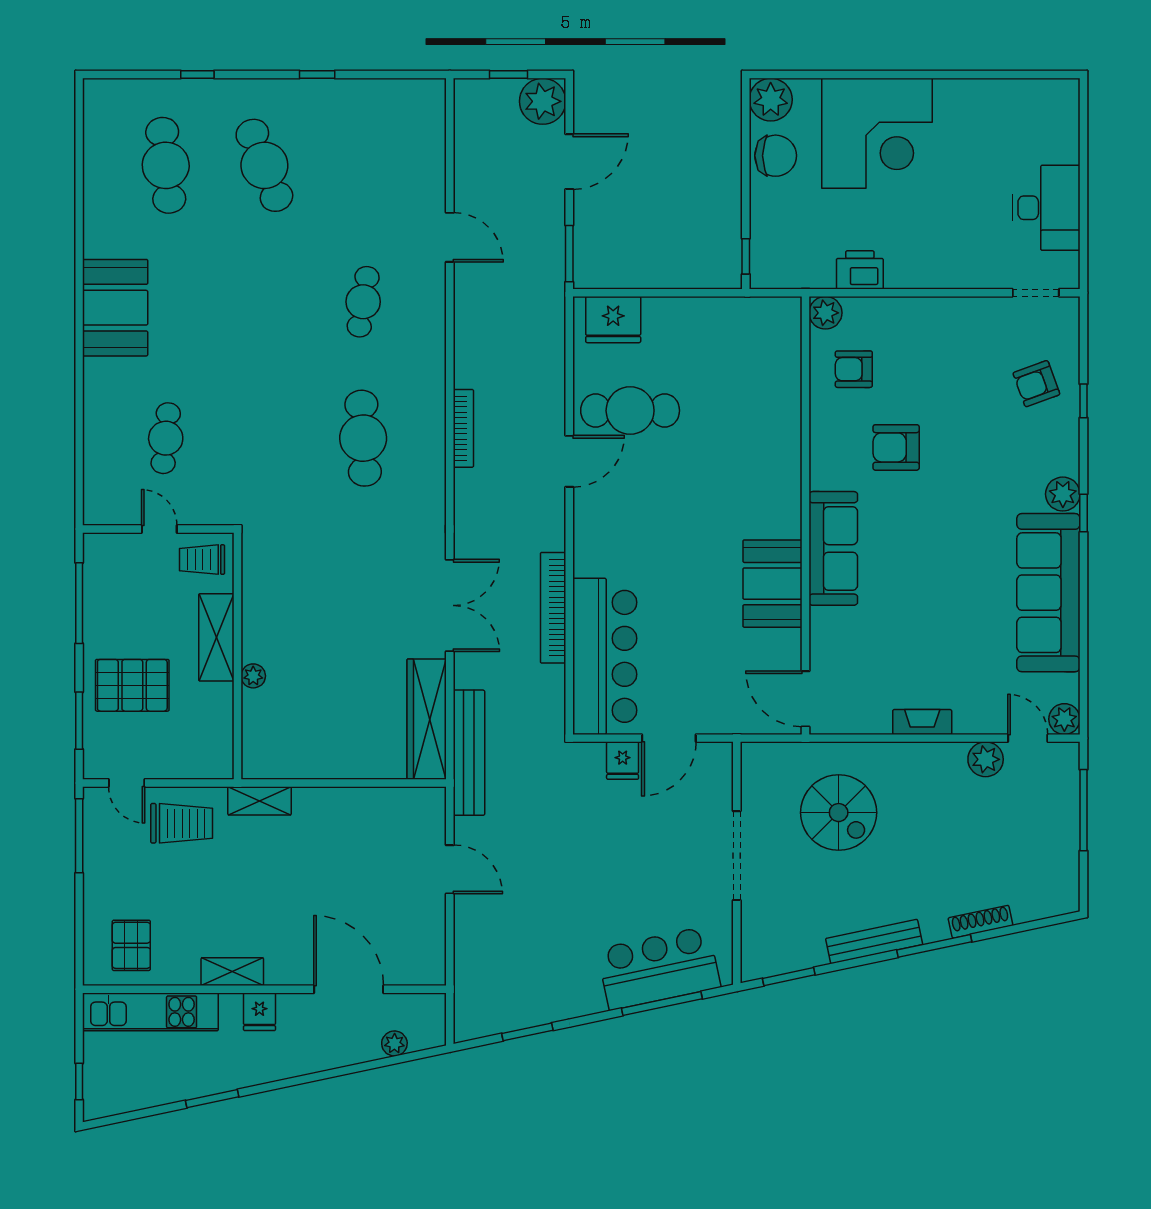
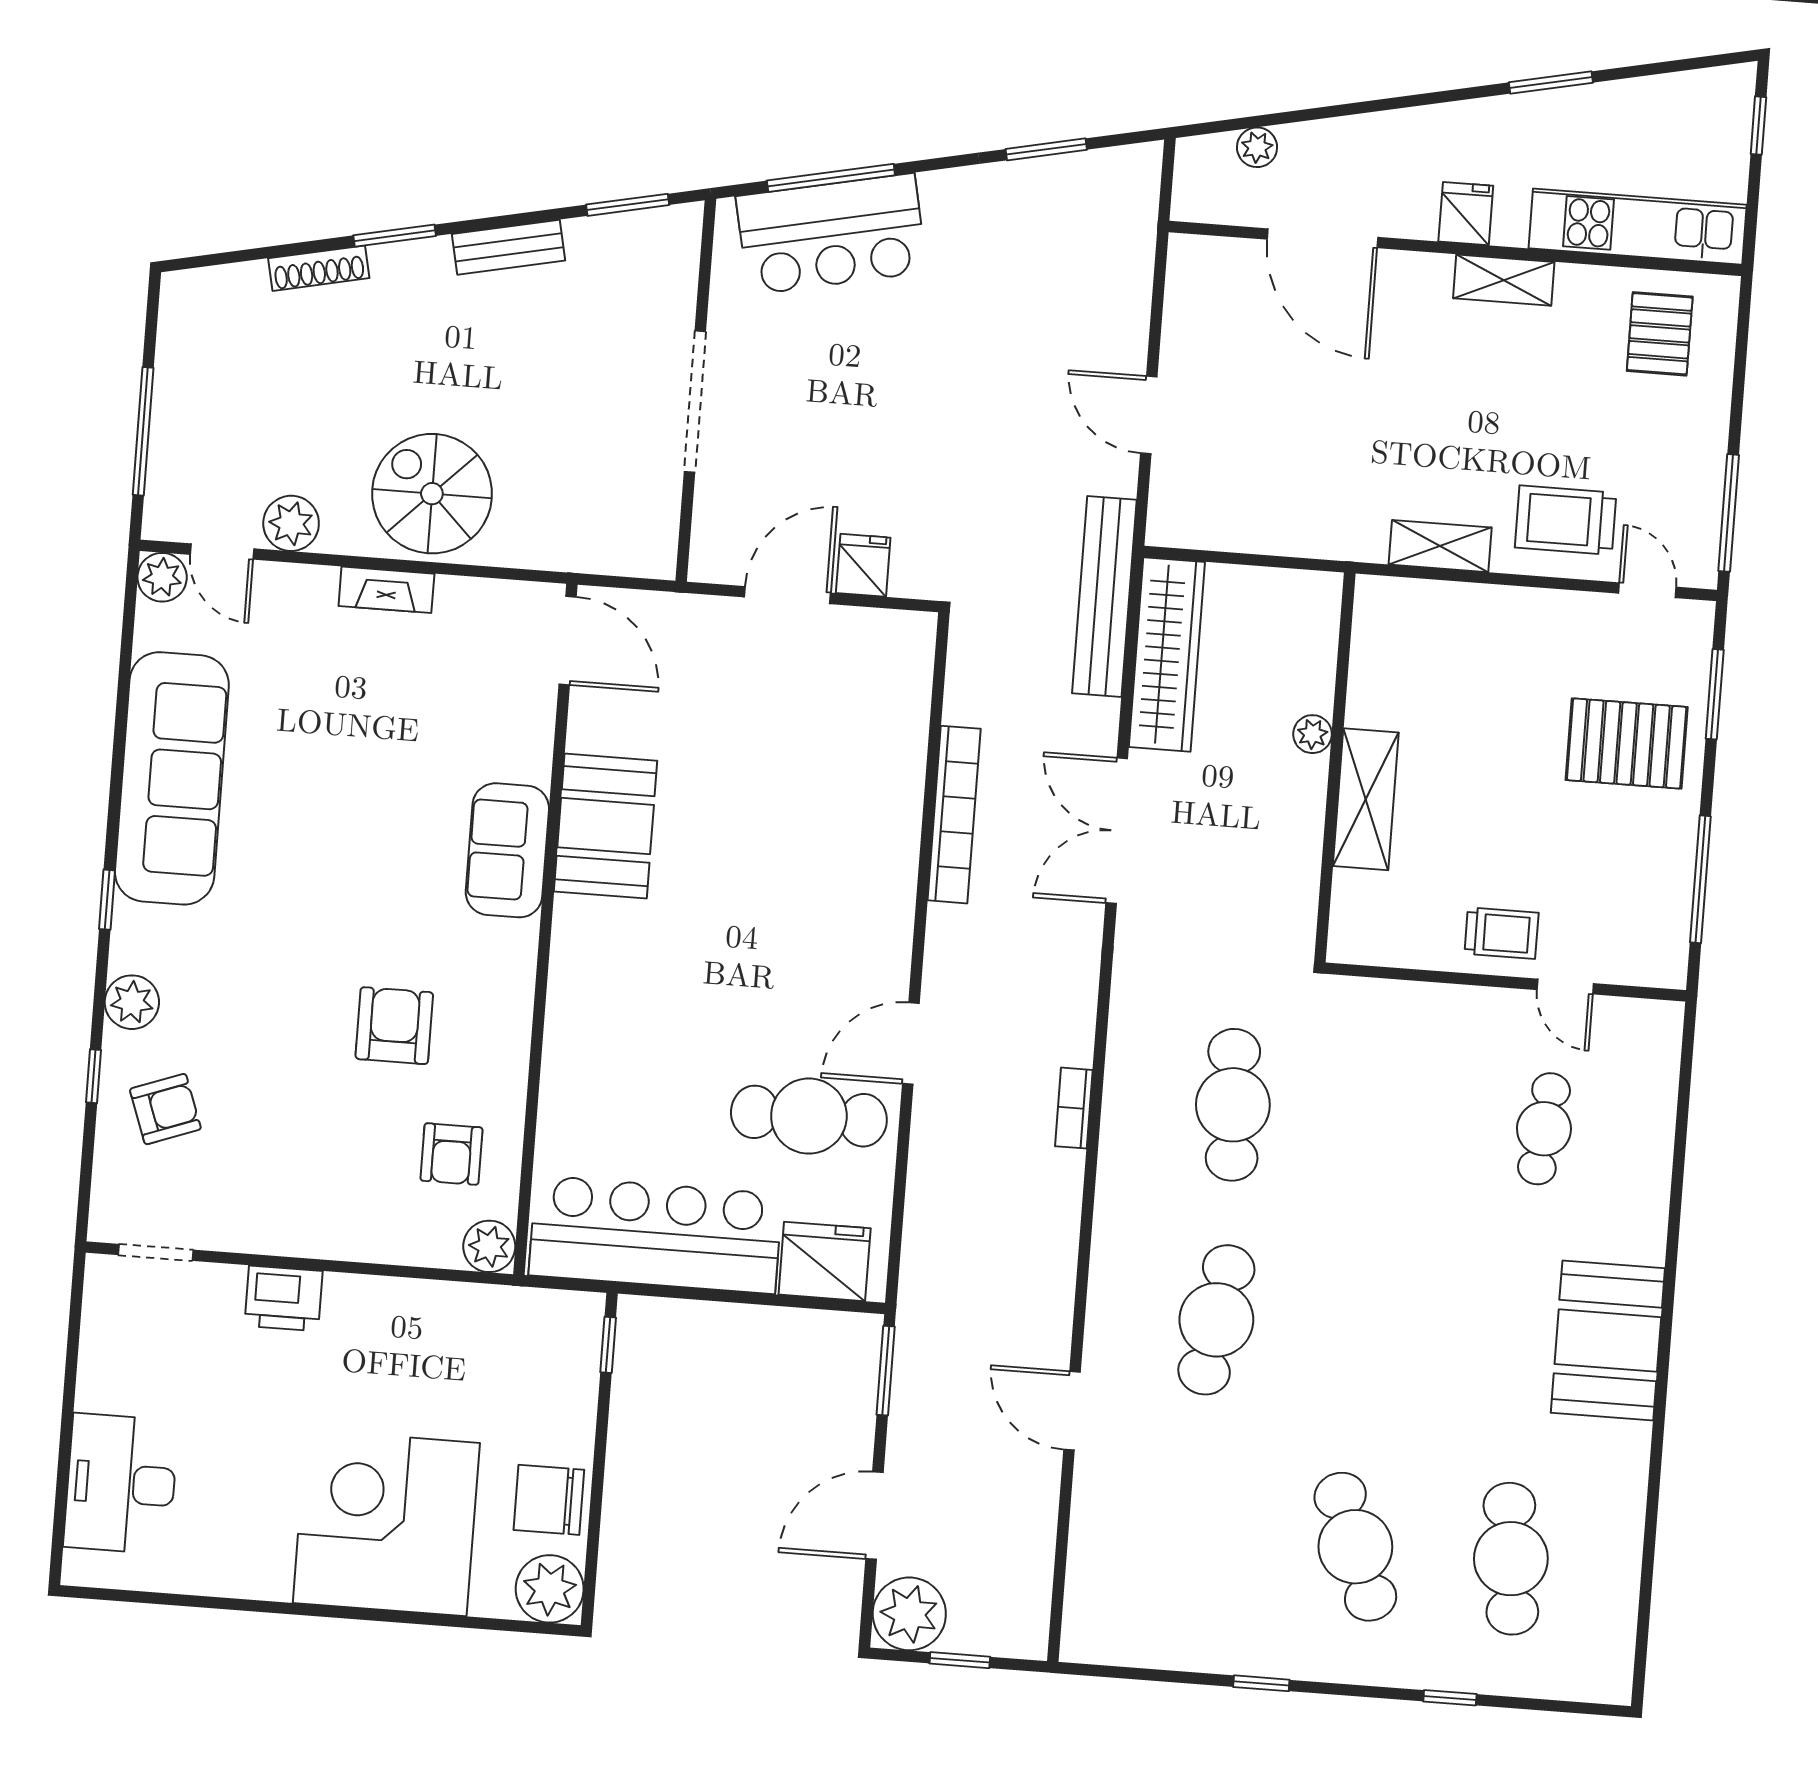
desk: (1046, 208) -> (121, 1484), moved
printer: (860, 270) -> (284, 1298), moved
cafe table: (363, 302) -> (1216, 1320), width x1.37, depth x1.35
armchair: (854, 369) -> (451, 1154), turned 90
bookcase: (463, 428) -> (1074, 1108), width x0.64
armchair: (896, 447) -> (394, 1026), turned -90
plant: (1063, 494) -> (132, 1002), moved
sofa: (833, 548) -> (507, 850), width x0.73
shelving: (216, 637) -> (1366, 799), moved
wall: (238, 656) -> (1335, 767), moved
bar counter: (605, 656) -> (656, 1235), moved, turned 90
plant: (253, 676) -> (1312, 734), moved
spiral stairs: (839, 813) -> (432, 494), moved
bench: (874, 942) -> (508, 247), width x0.73
window: (934, 946) -> (395, 236), width x0.69

